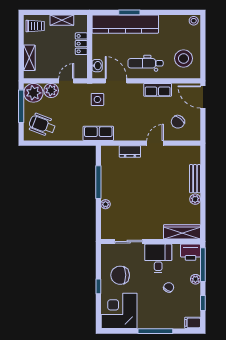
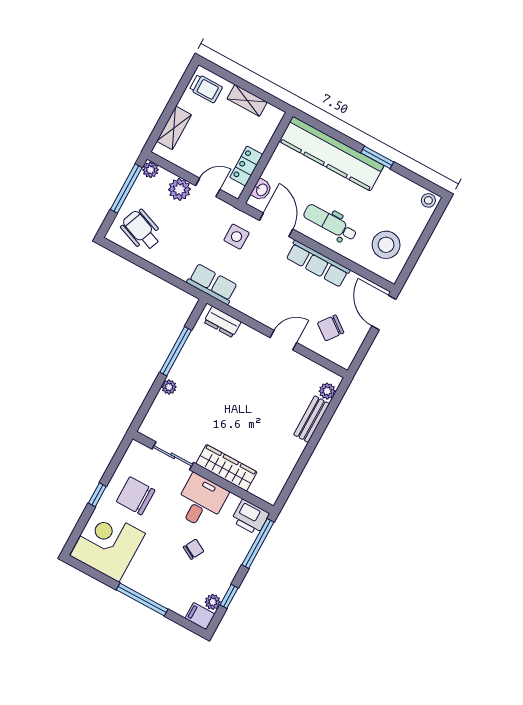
window: (129, 12) -> (377, 157), moved
locker: (81, 44) -> (246, 166), moved
row of seats: (158, 90) -> (318, 264), width x1.48
plant: (33, 93) -> (151, 170), width x0.53, depth x0.53
dresser: (130, 152) -> (222, 322), moved
plant: (195, 199) -> (327, 391), moved
wardrobe: (182, 232) -> (226, 468), moved
plant: (195, 279) -> (213, 602), moved

